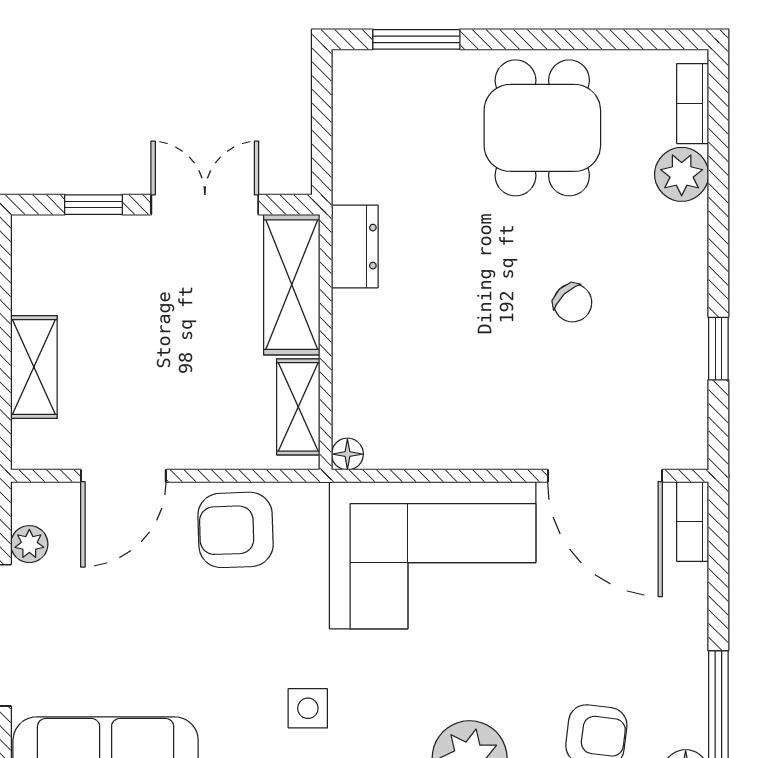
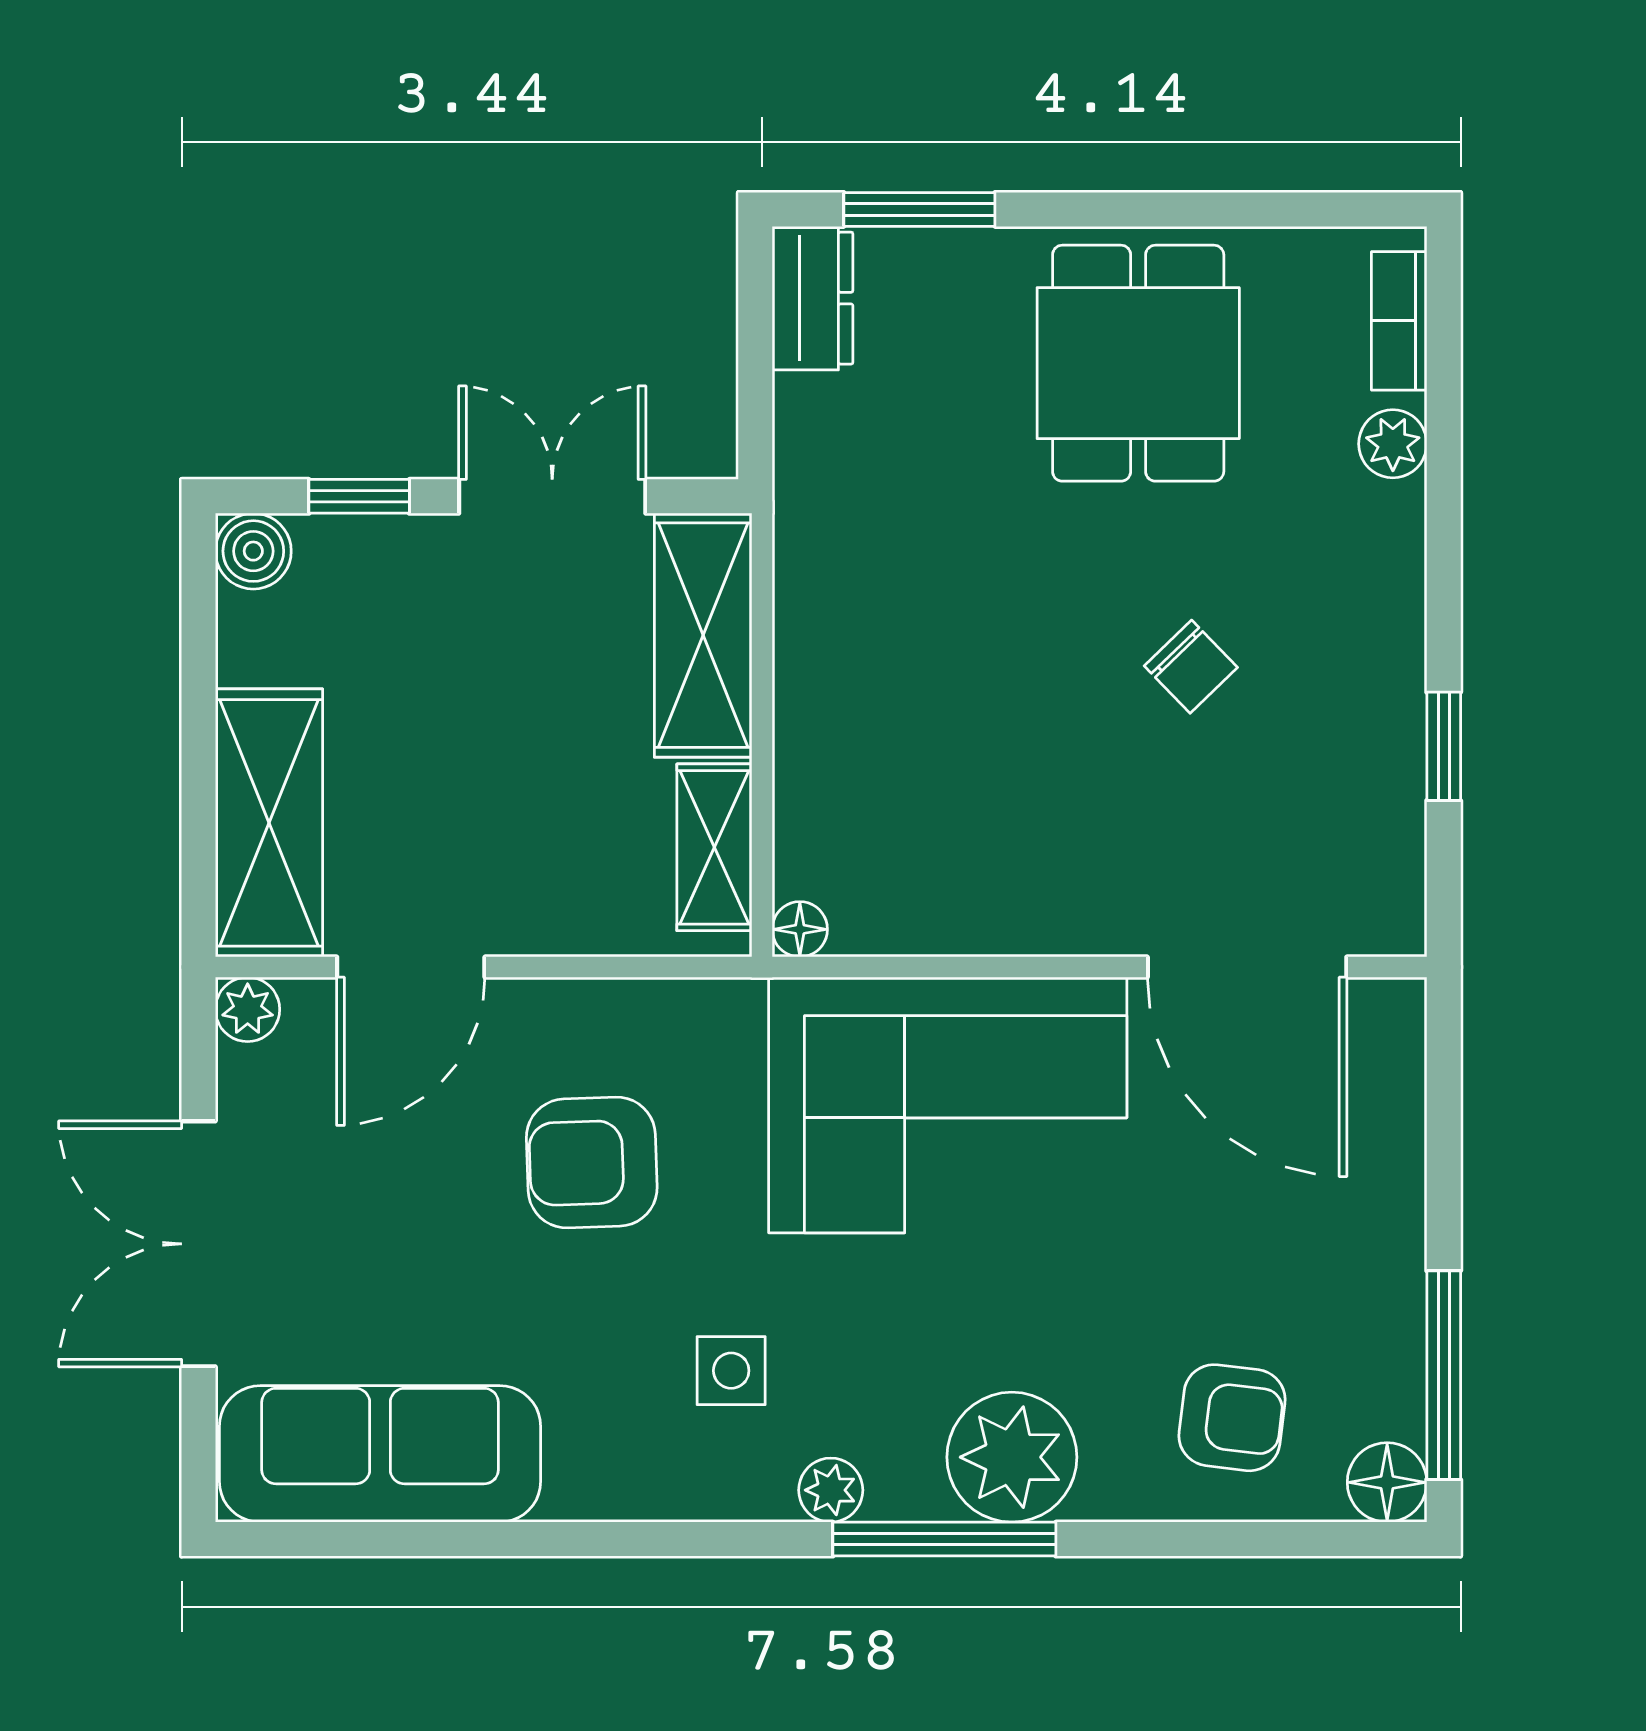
plant: (682, 174) -> (1393, 444), width x0.73, depth x0.73
boiler: (33, 236) -> (253, 551), added
dresser: (355, 247) -> (813, 298), moved
shelving: (34, 367) -> (269, 823), width x1.50, depth x1.33
bookcase: (693, 521) -> (1399, 1046), removed
armchair: (236, 530) -> (592, 1163), moved
plant: (29, 544) -> (248, 1009), moved

